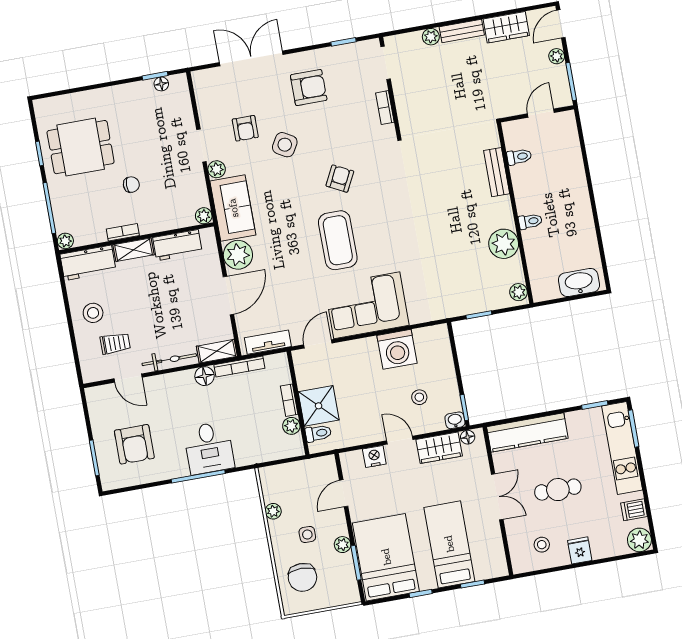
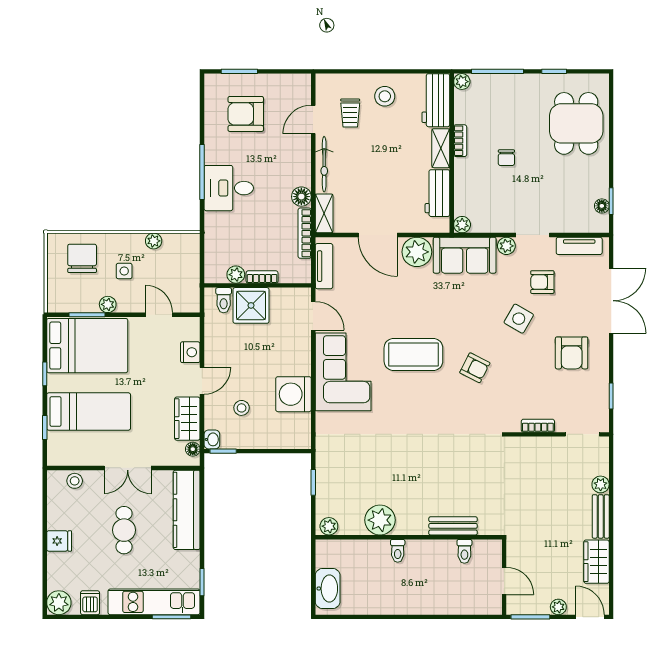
tv unit: (204, 99) -> (579, 246), added
dining table: (81, 147) -> (576, 123), moved
stool: (542, 545) -> (75, 481), moved
chair: (302, 577) -> (82, 258), turned 90

